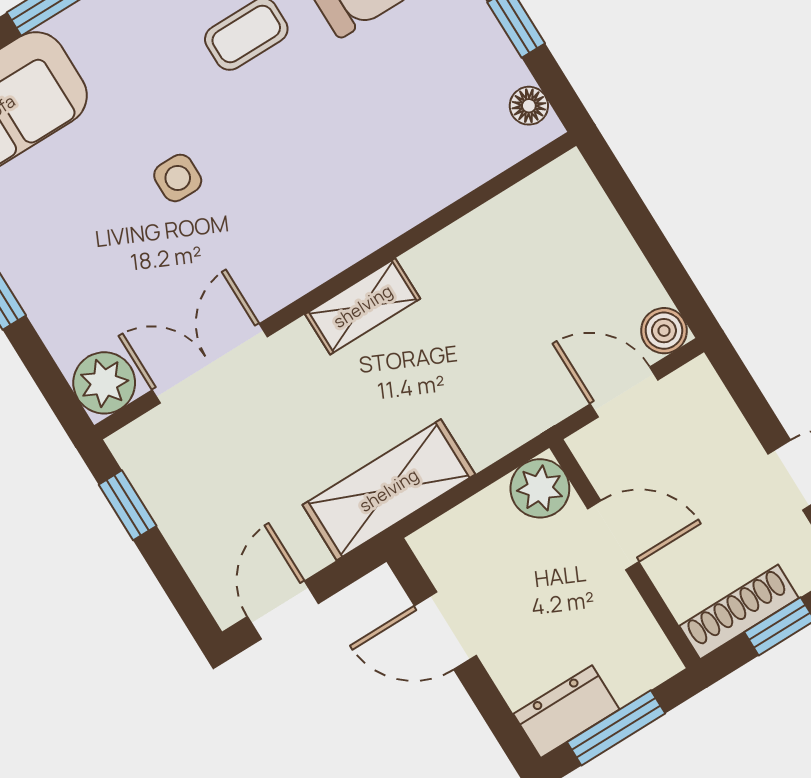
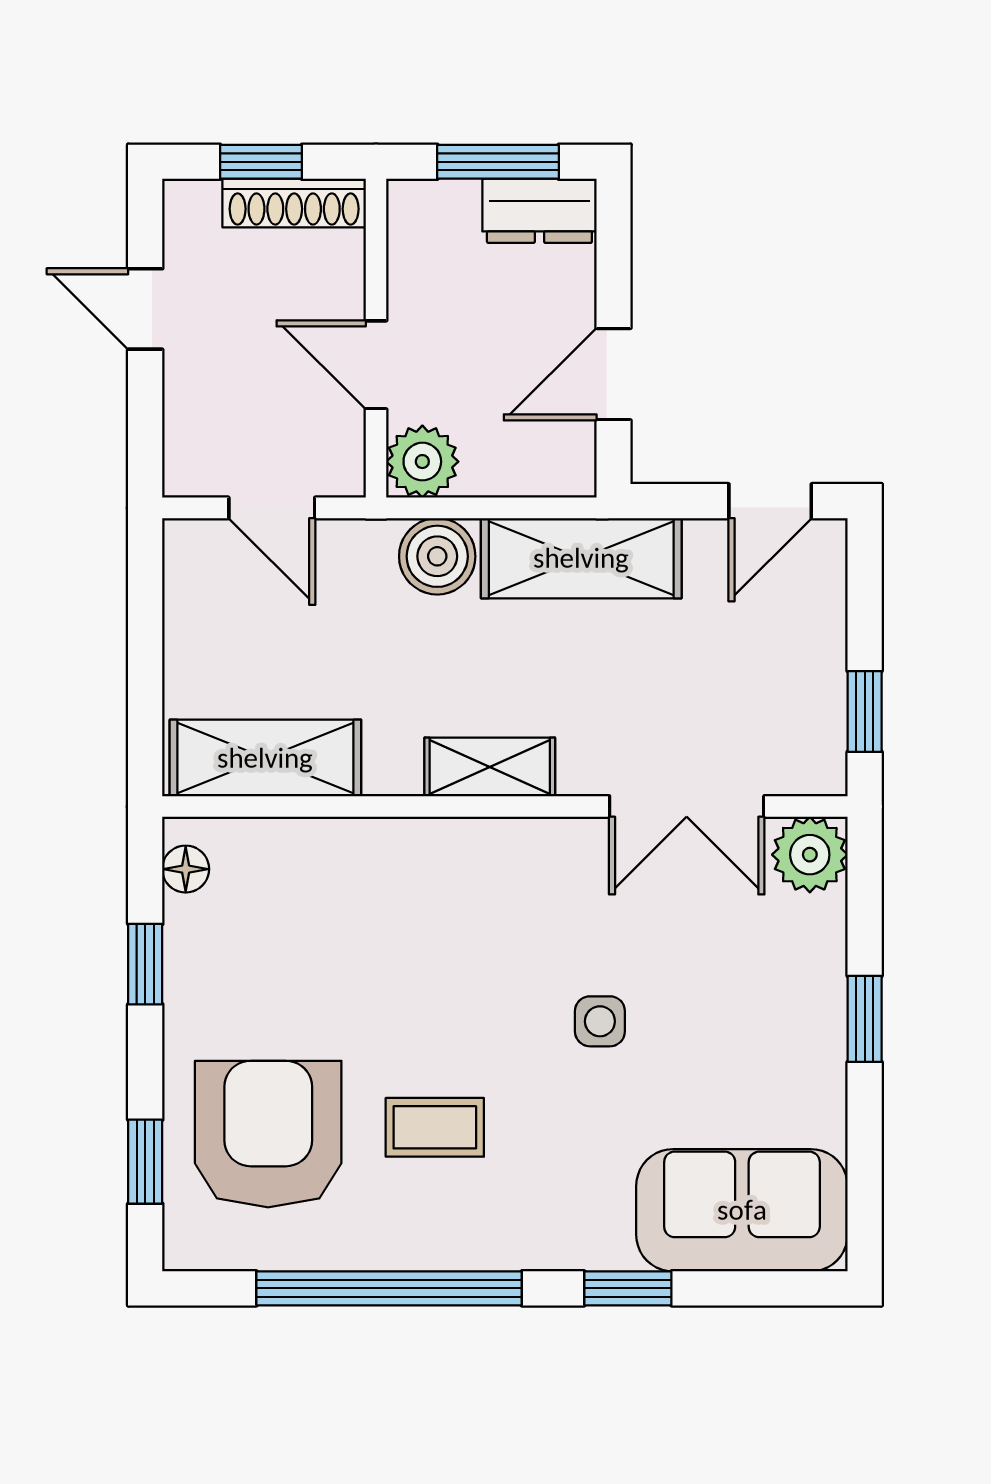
shelving: (521, 216) -> (265, 758), added
boiler: (664, 331) -> (437, 556), moved, width x1.36, depth x1.36
door: (445, 631) -> (614, 374), swing flipped

